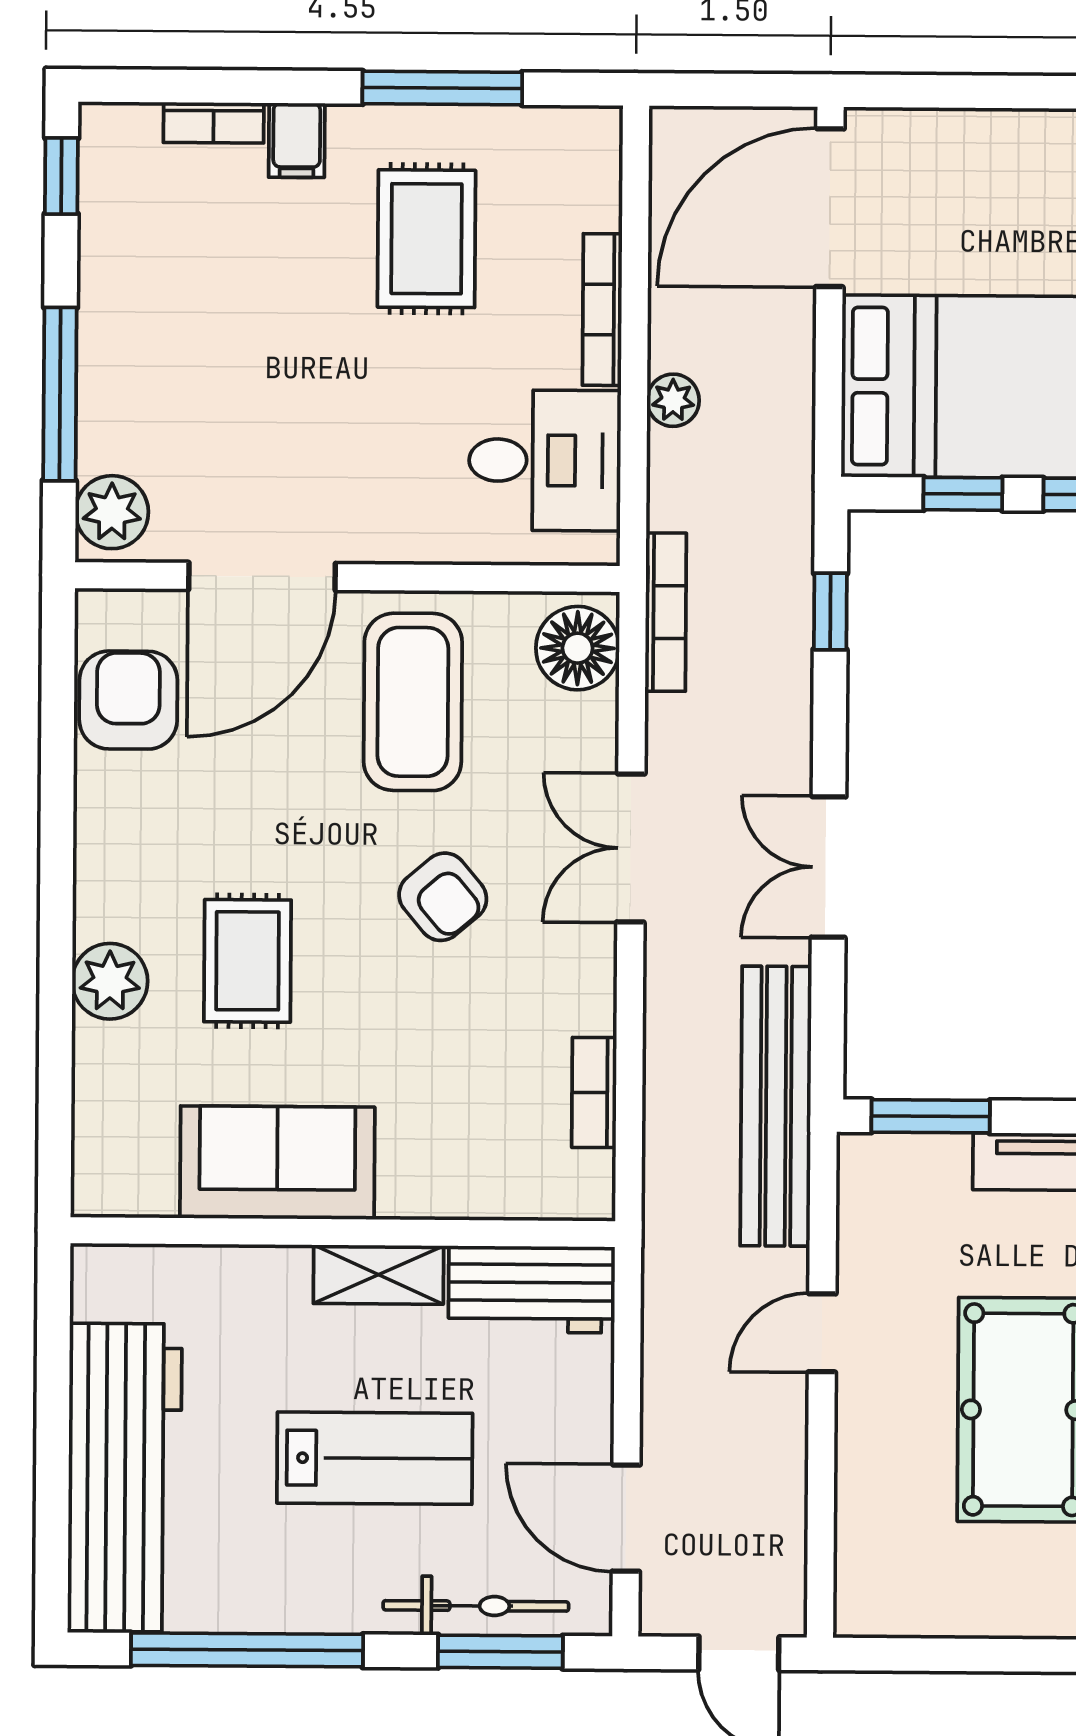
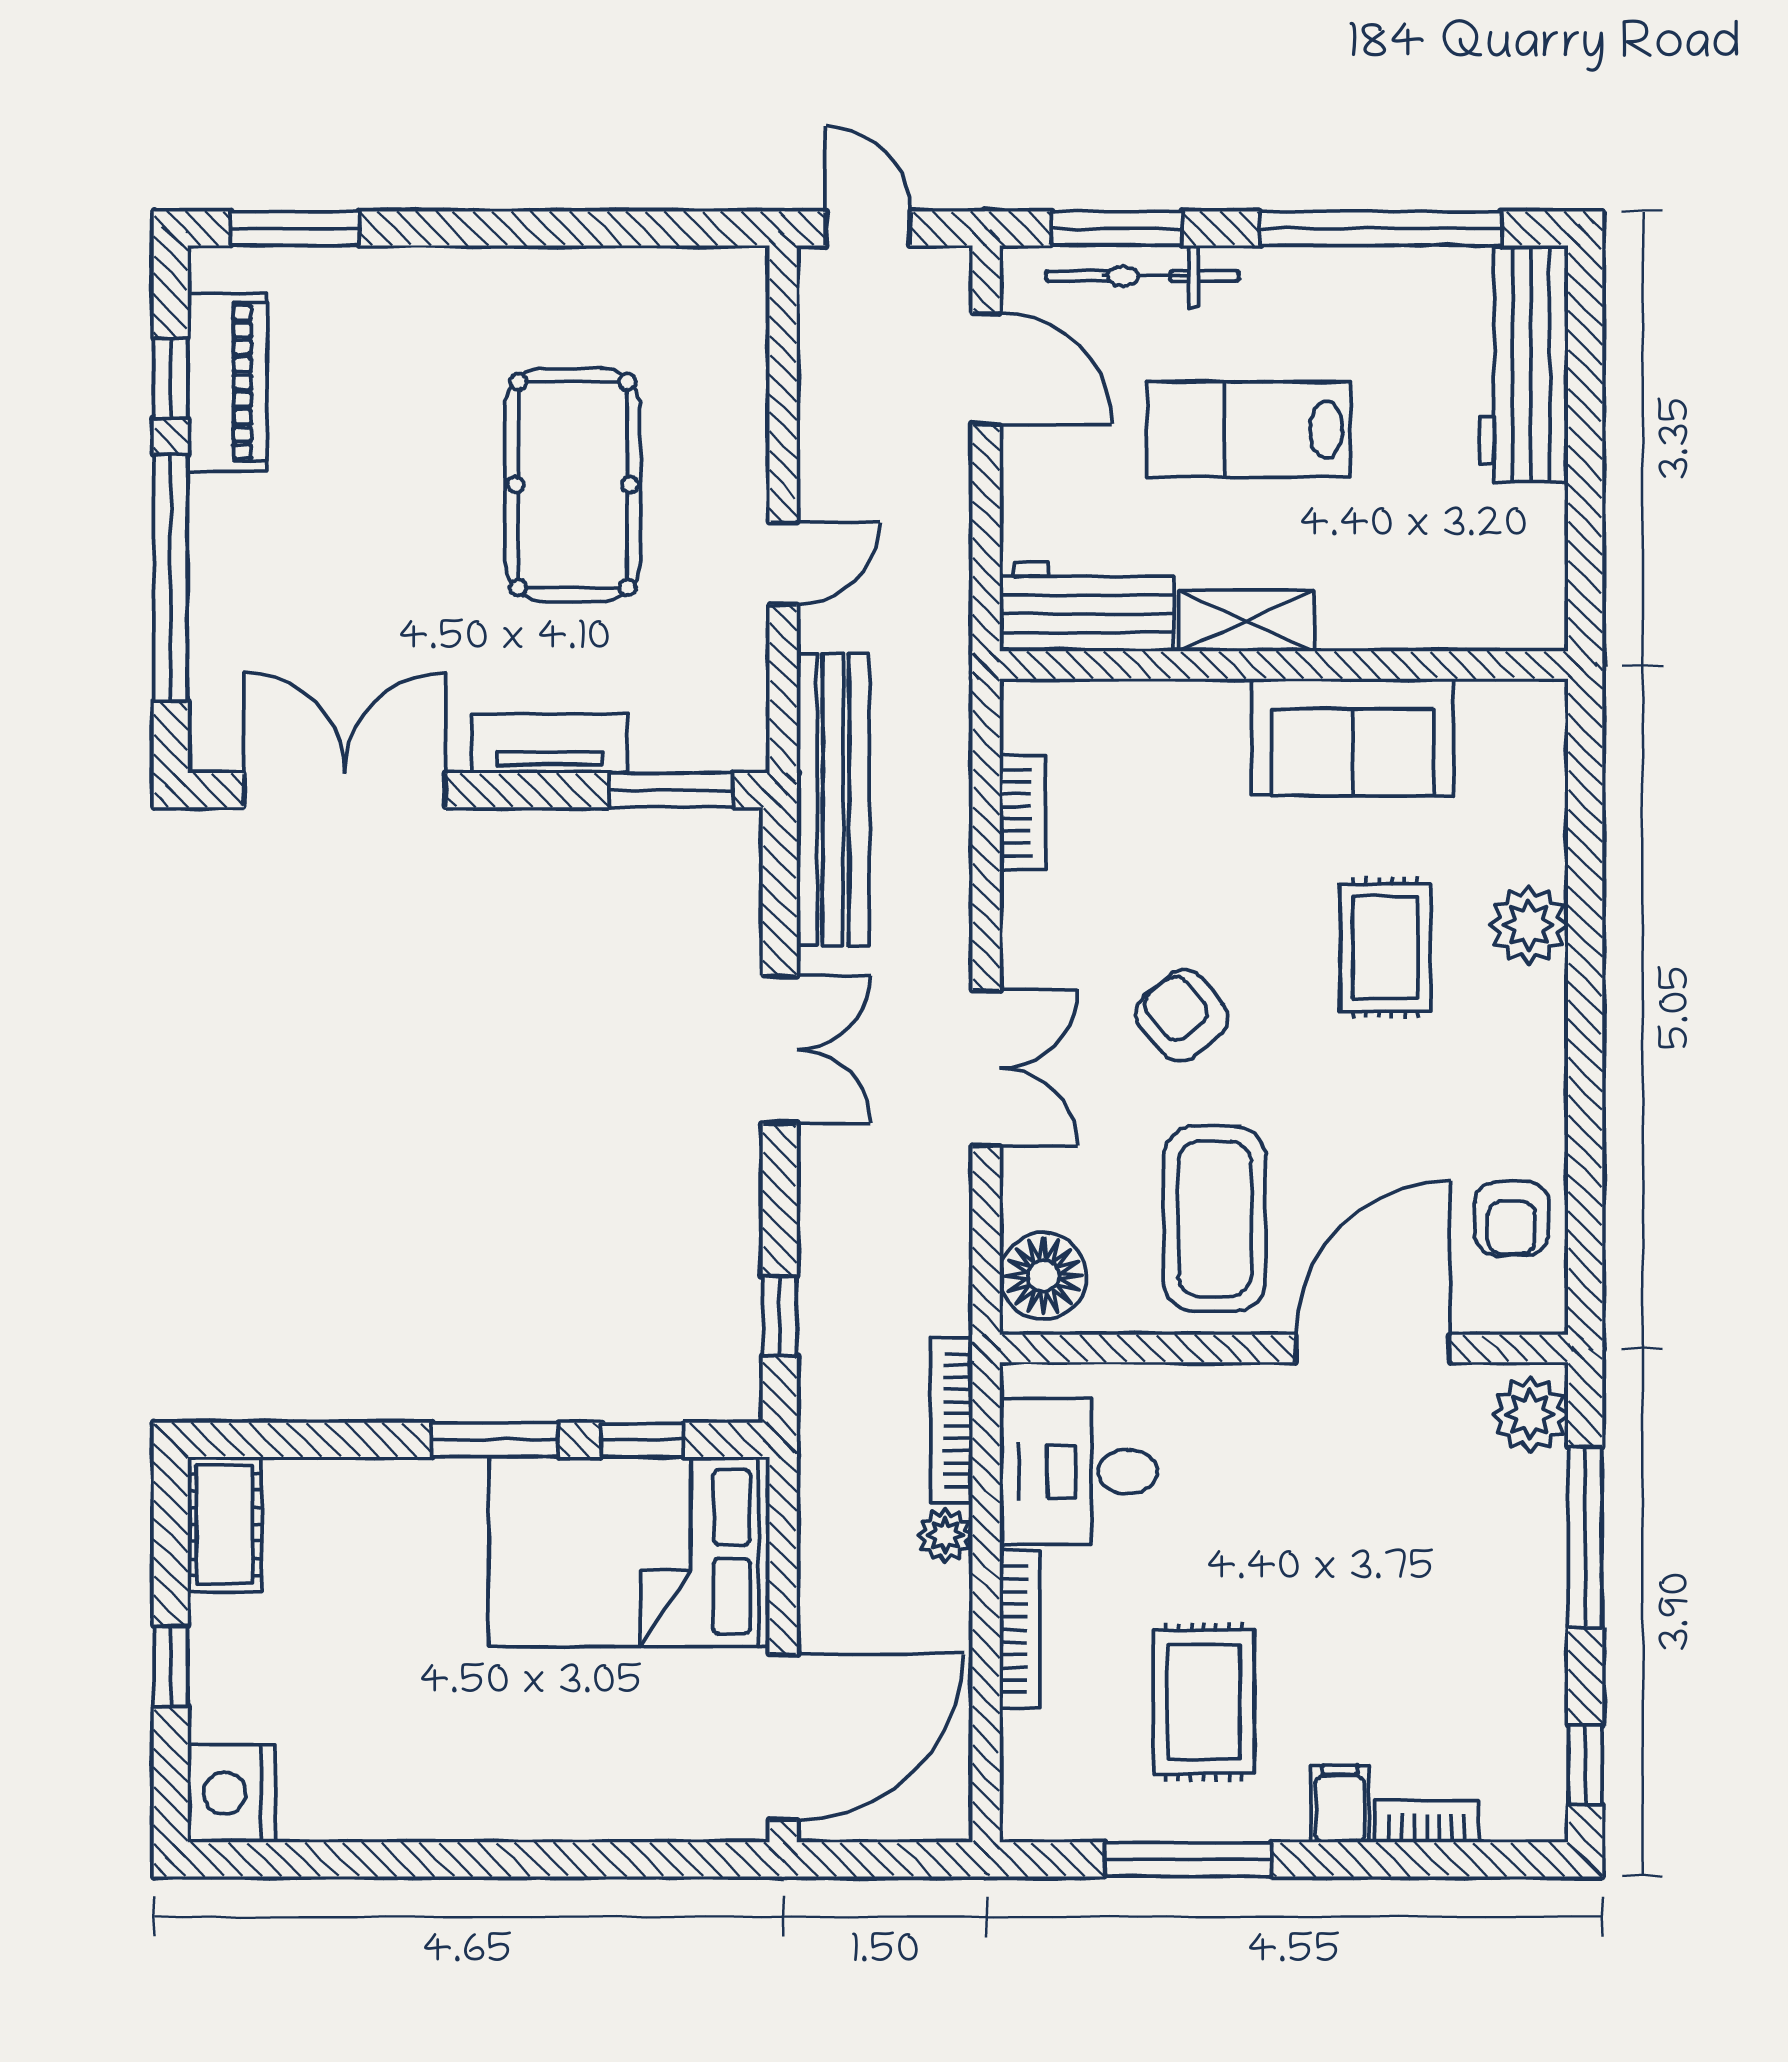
bookcase: (666, 612) -> (952, 1420), moved
armchair: (128, 700) -> (1511, 1219), width x0.72, depth x0.72
workbench: (125, 1478) -> (1524, 364), width x0.73, depth x0.76

